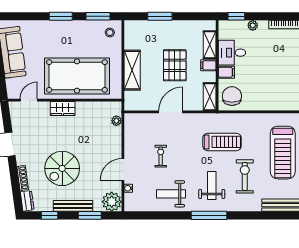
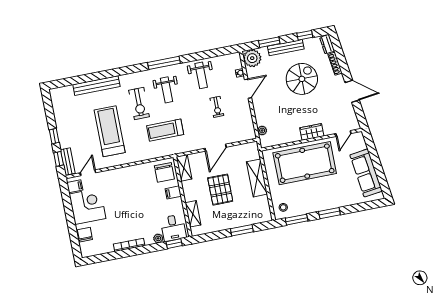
desk: (232, 53) -> (173, 228), moved, turned 90
filing cabinet: (208, 65) -> (190, 195), removed
weight bench: (171, 194) -> (201, 75), turned 90

